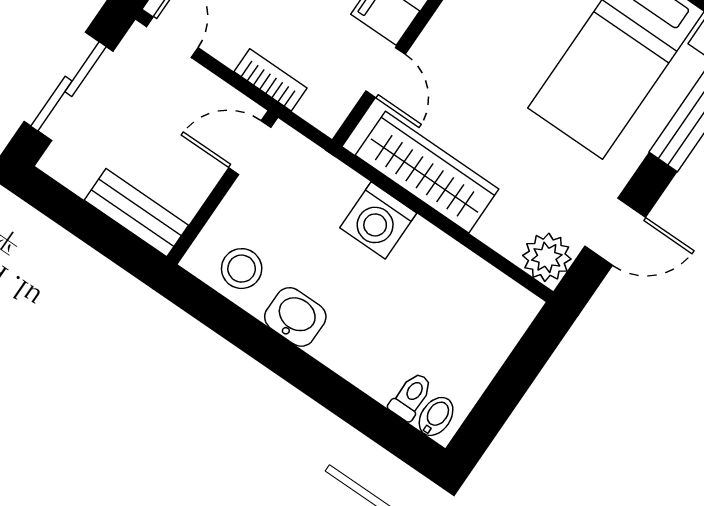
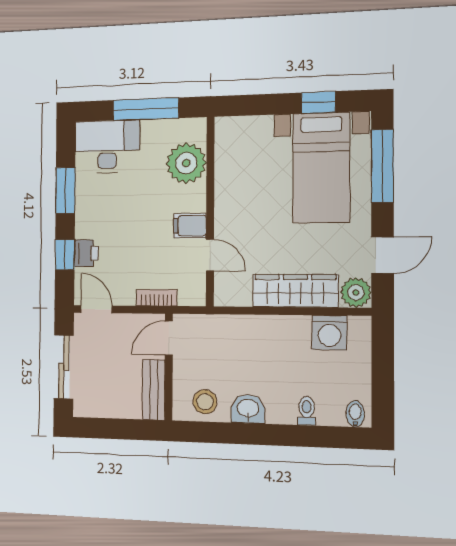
wardrobe: (427, 172) -> (295, 291), moved
bench: (136, 213) -> (154, 390), moved, turned 90
washing machine: (378, 220) -> (329, 333), moved
toilet: (411, 396) -> (307, 411), moved

